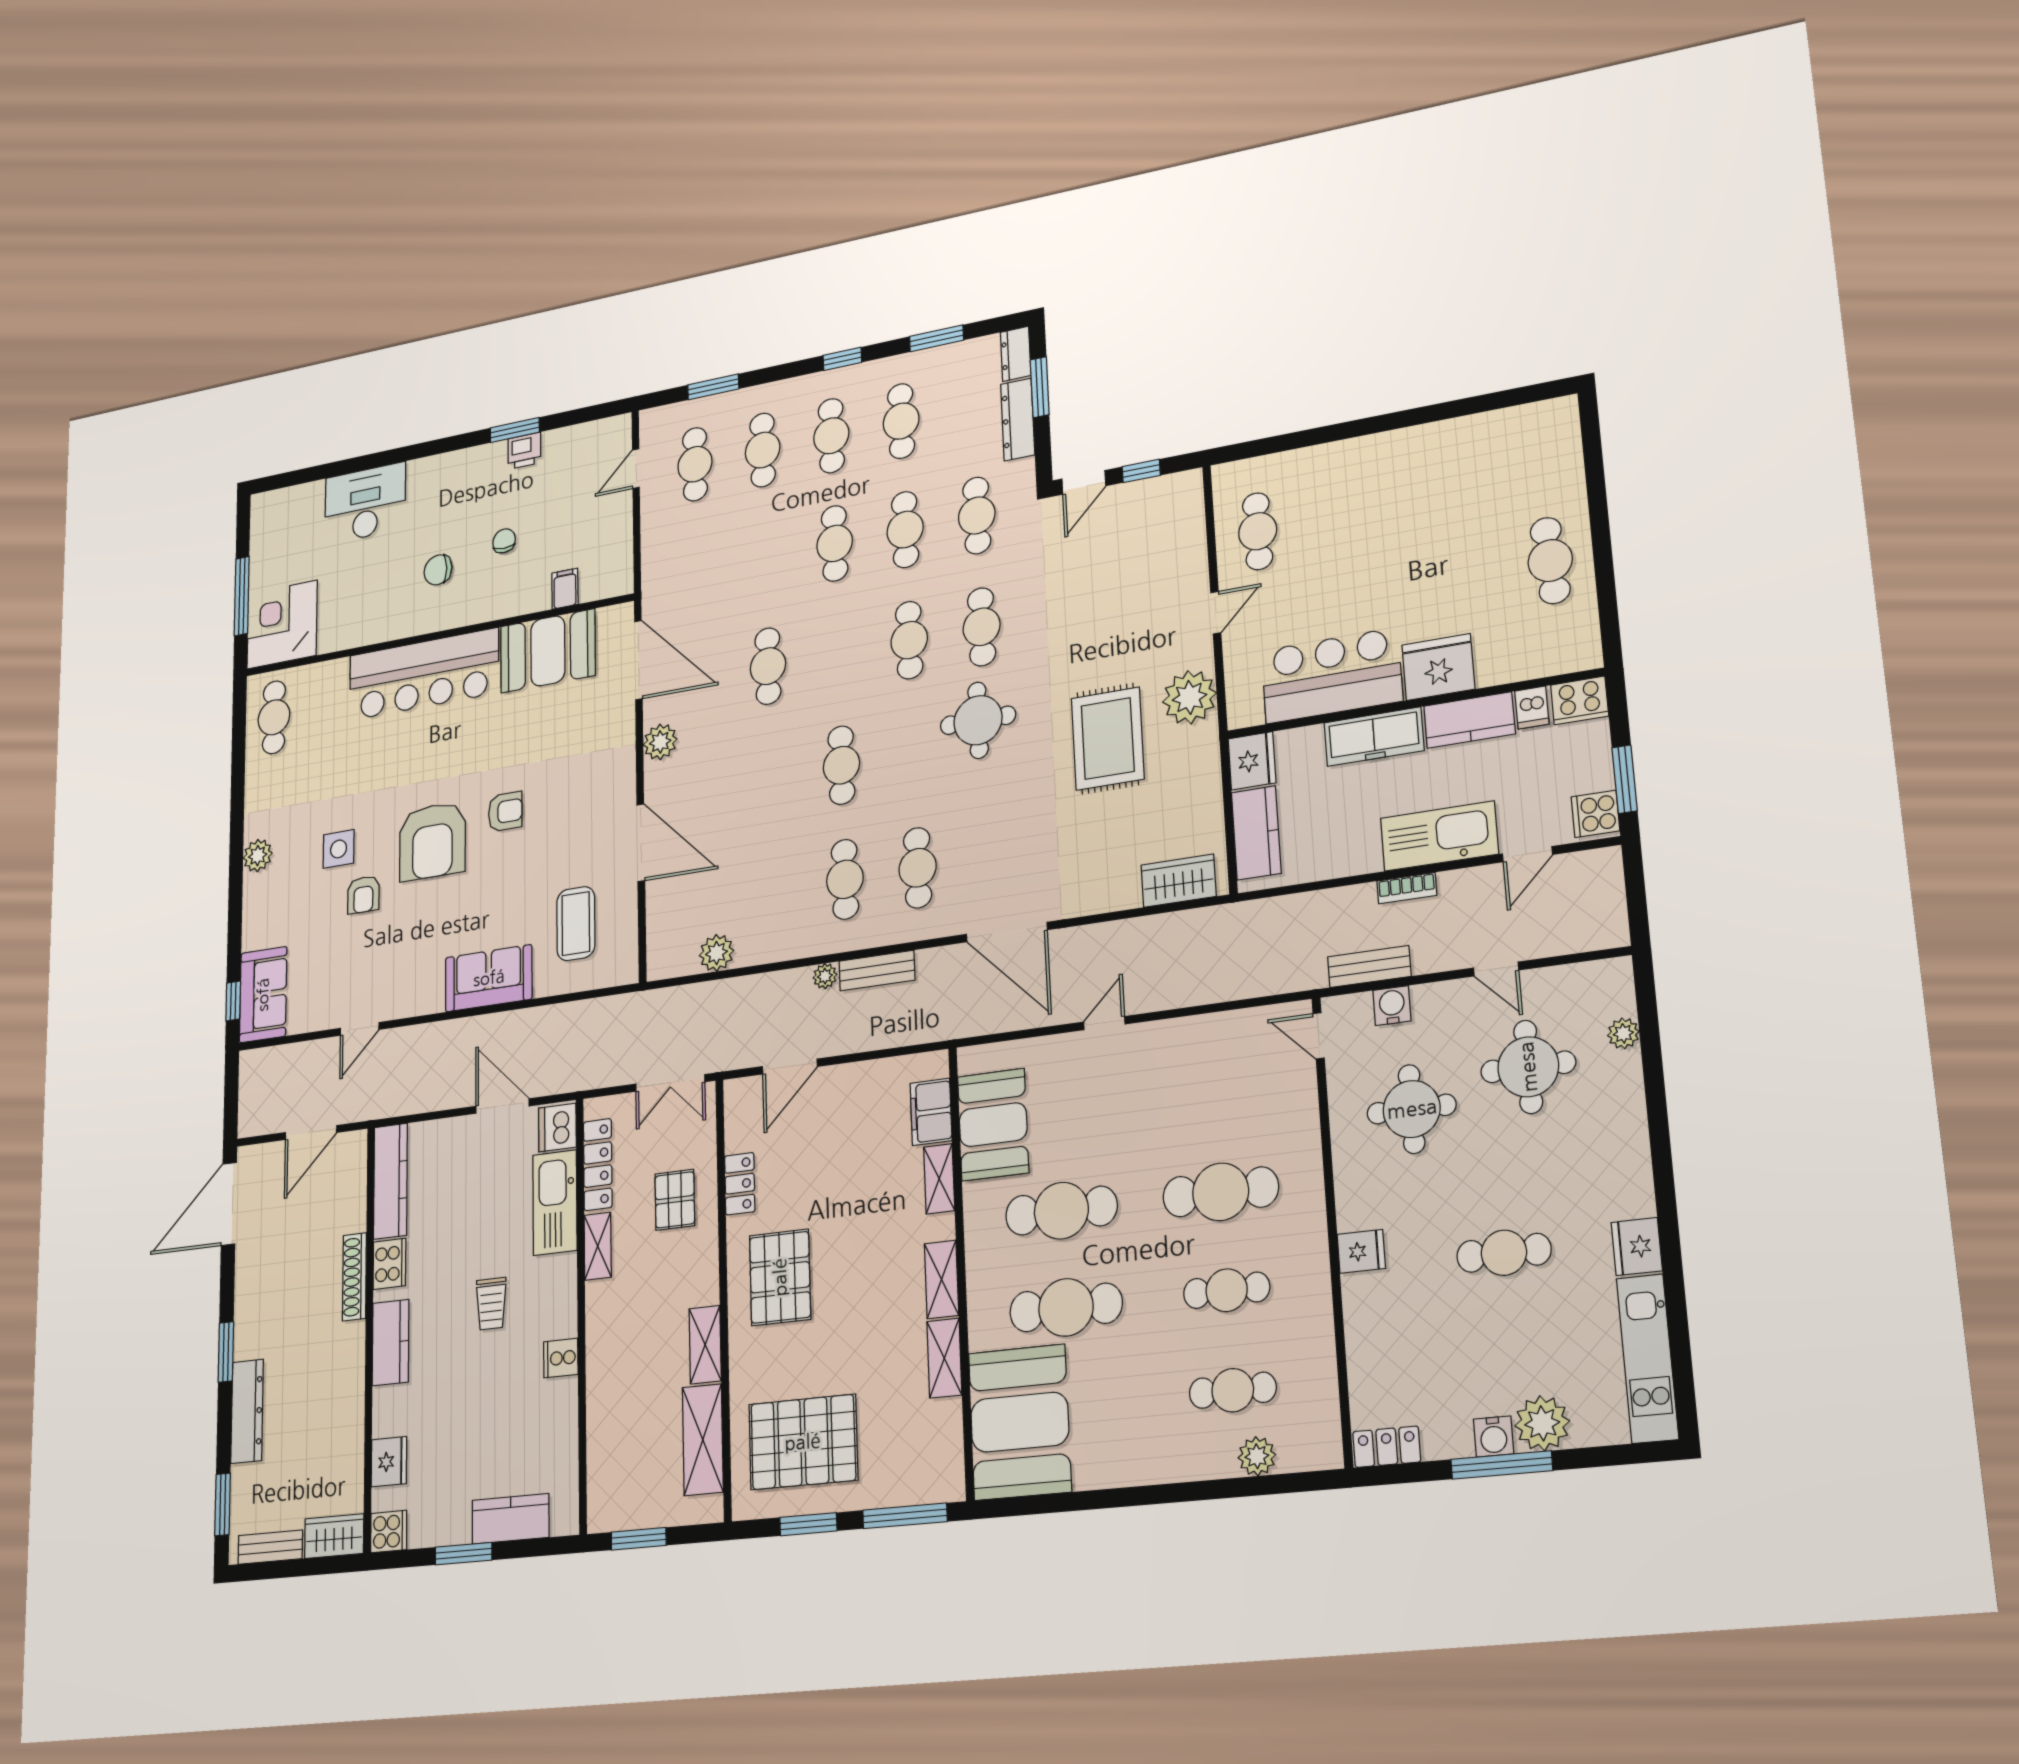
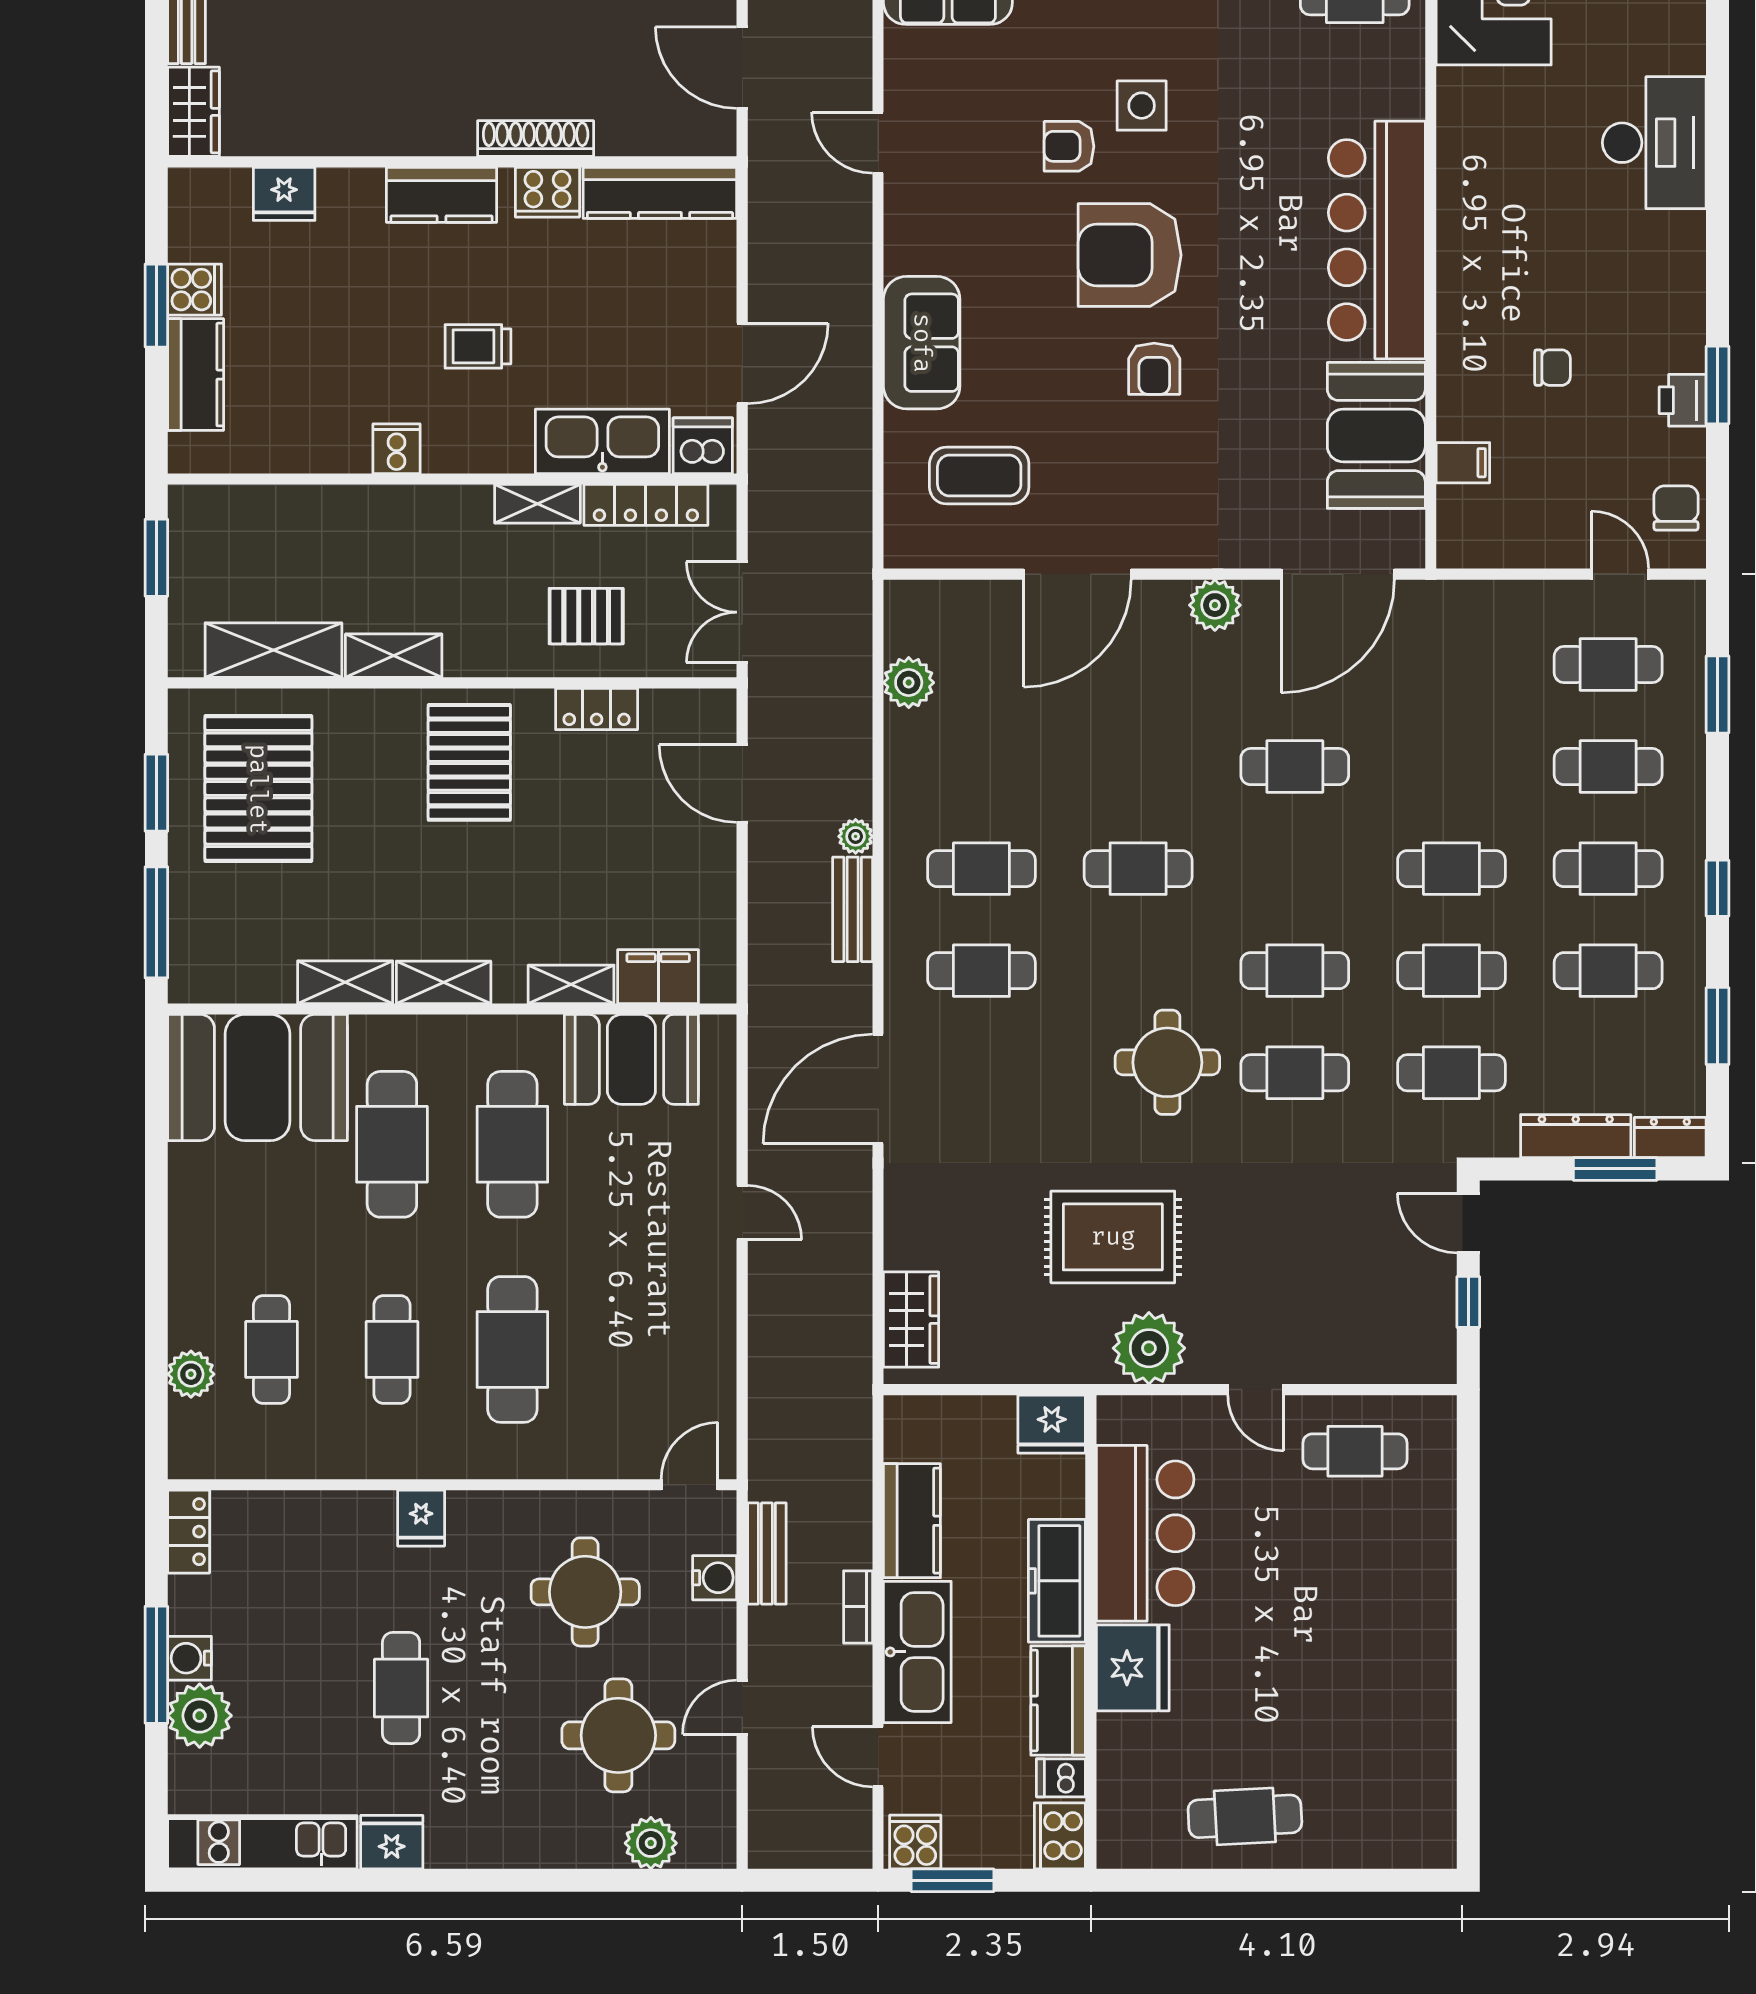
chair: (438, 570) -> (1676, 508), moved
kitchen counter: (1256, 833) -> (912, 1521), moved, turned -90
plant: (1623, 1033) -> (651, 1843), width x1.38, depth x1.38
pallet: (780, 1277) -> (469, 762), turned 90
cooker: (389, 1532) -> (195, 290), moved, turned -90

